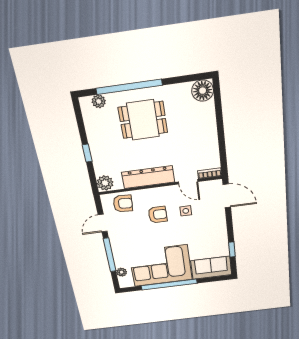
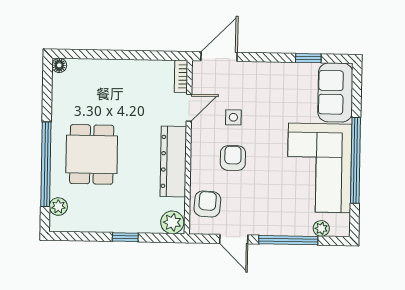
floor lamp: (203, 91) -> (59, 65), width x0.53, depth x0.53

